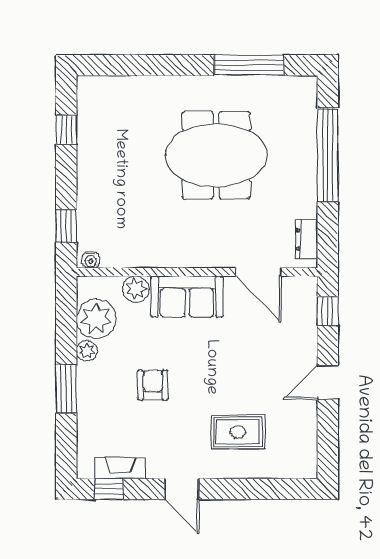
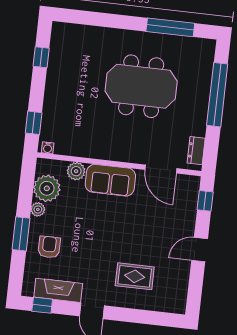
armchair: (153, 385) -> (49, 247), moved
fireplace: (120, 468) -> (58, 290), width x1.37, depth x1.32

